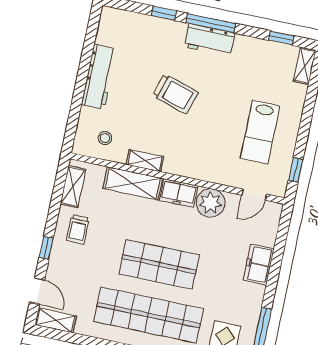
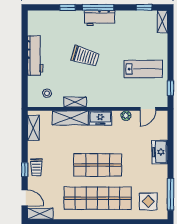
lab bench: (260, 132) -> (143, 69), turned -90
plant: (211, 203) -> (126, 116), width x0.53, depth x0.53
trolley: (78, 229) -> (36, 167), moved

